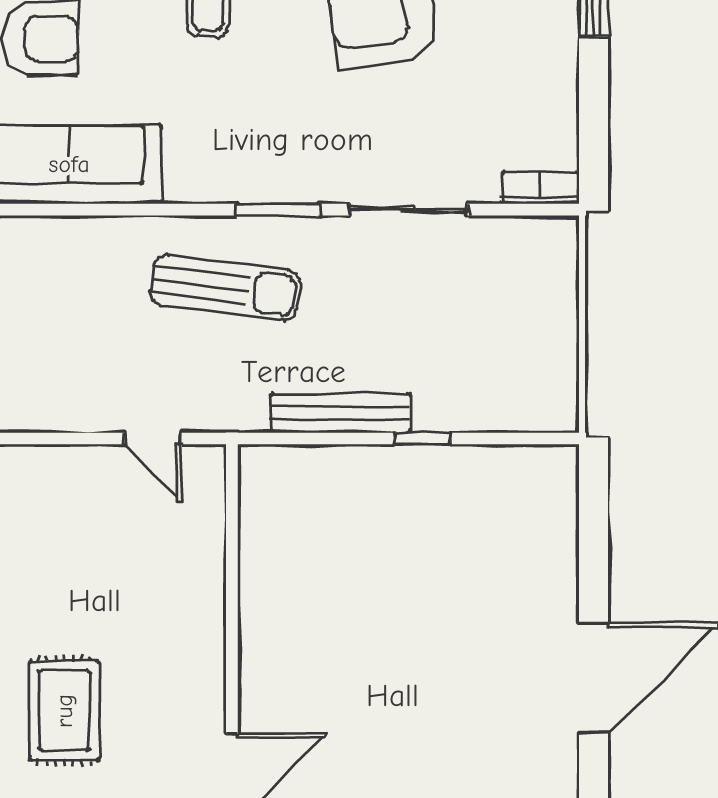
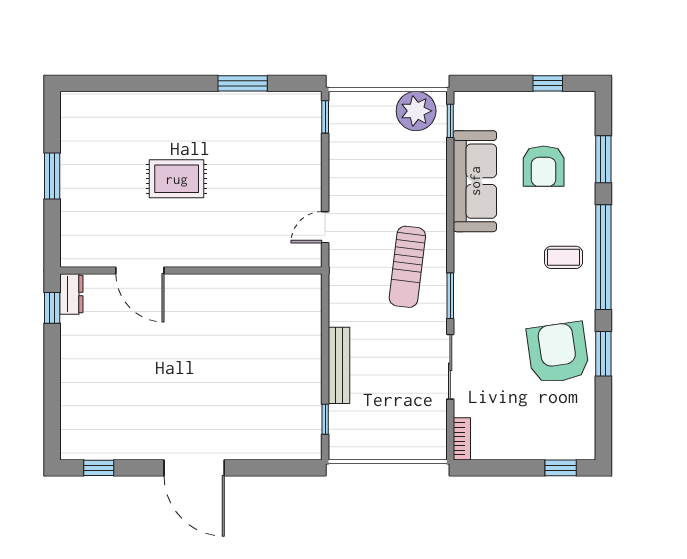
bench: (340, 413) -> (339, 365), moved
window: (423, 439) -> (325, 419), moved

